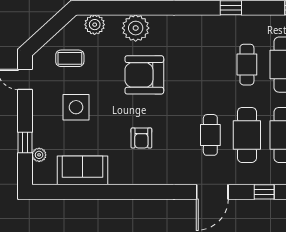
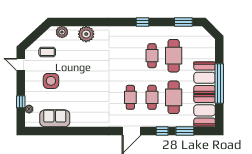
armchair: (144, 75) -> (91, 62), removed
cafe table: (247, 135) -> (152, 97), width x0.73, depth x0.74
armchair: (141, 138) -> (90, 99), removed

